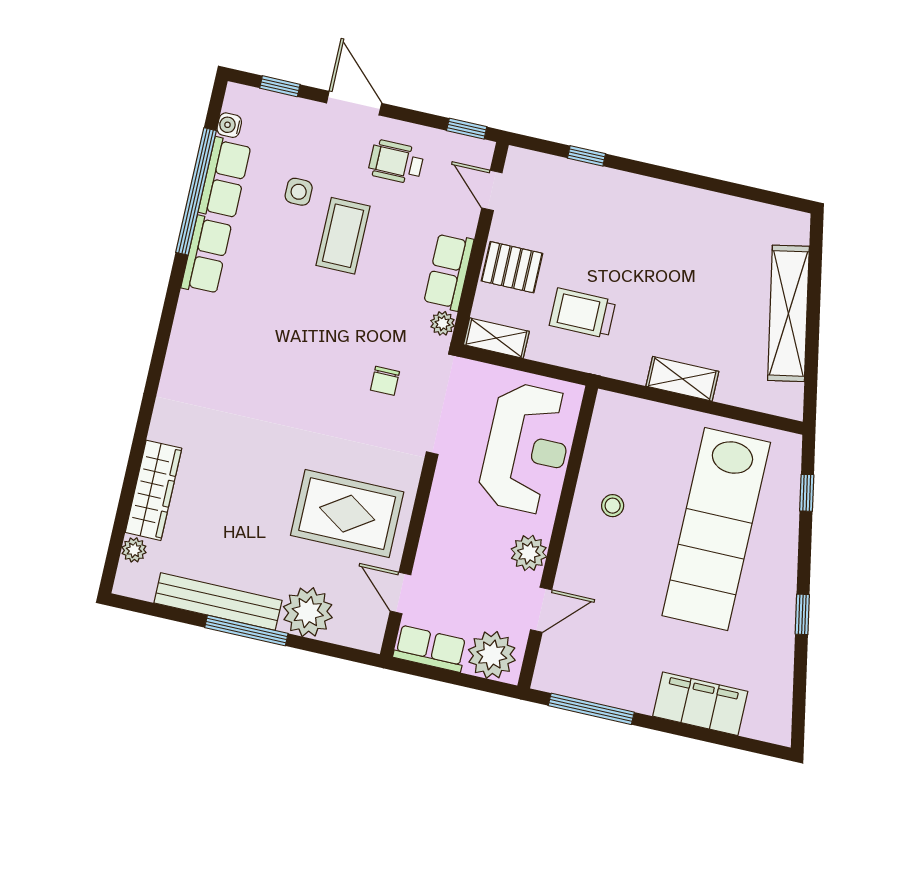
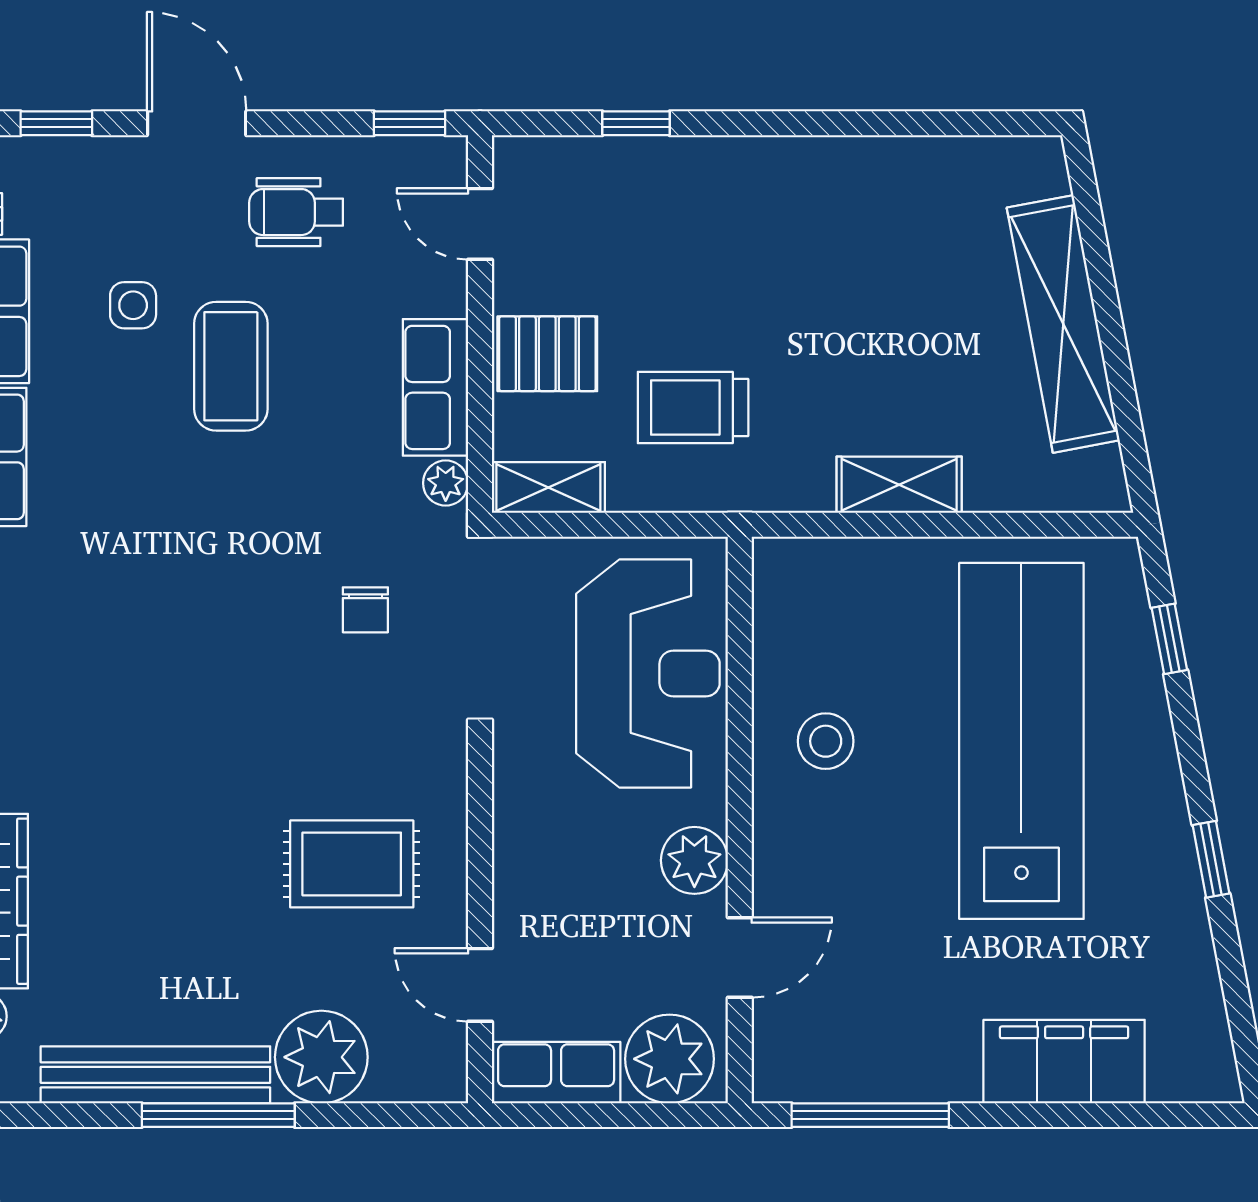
stool: (613, 506) -> (826, 741), width x1.37, depth x1.37
rug: (347, 514) -> (352, 864), width x0.73, depth x0.70
lab bench: (716, 529) -> (1021, 741), turned 180

